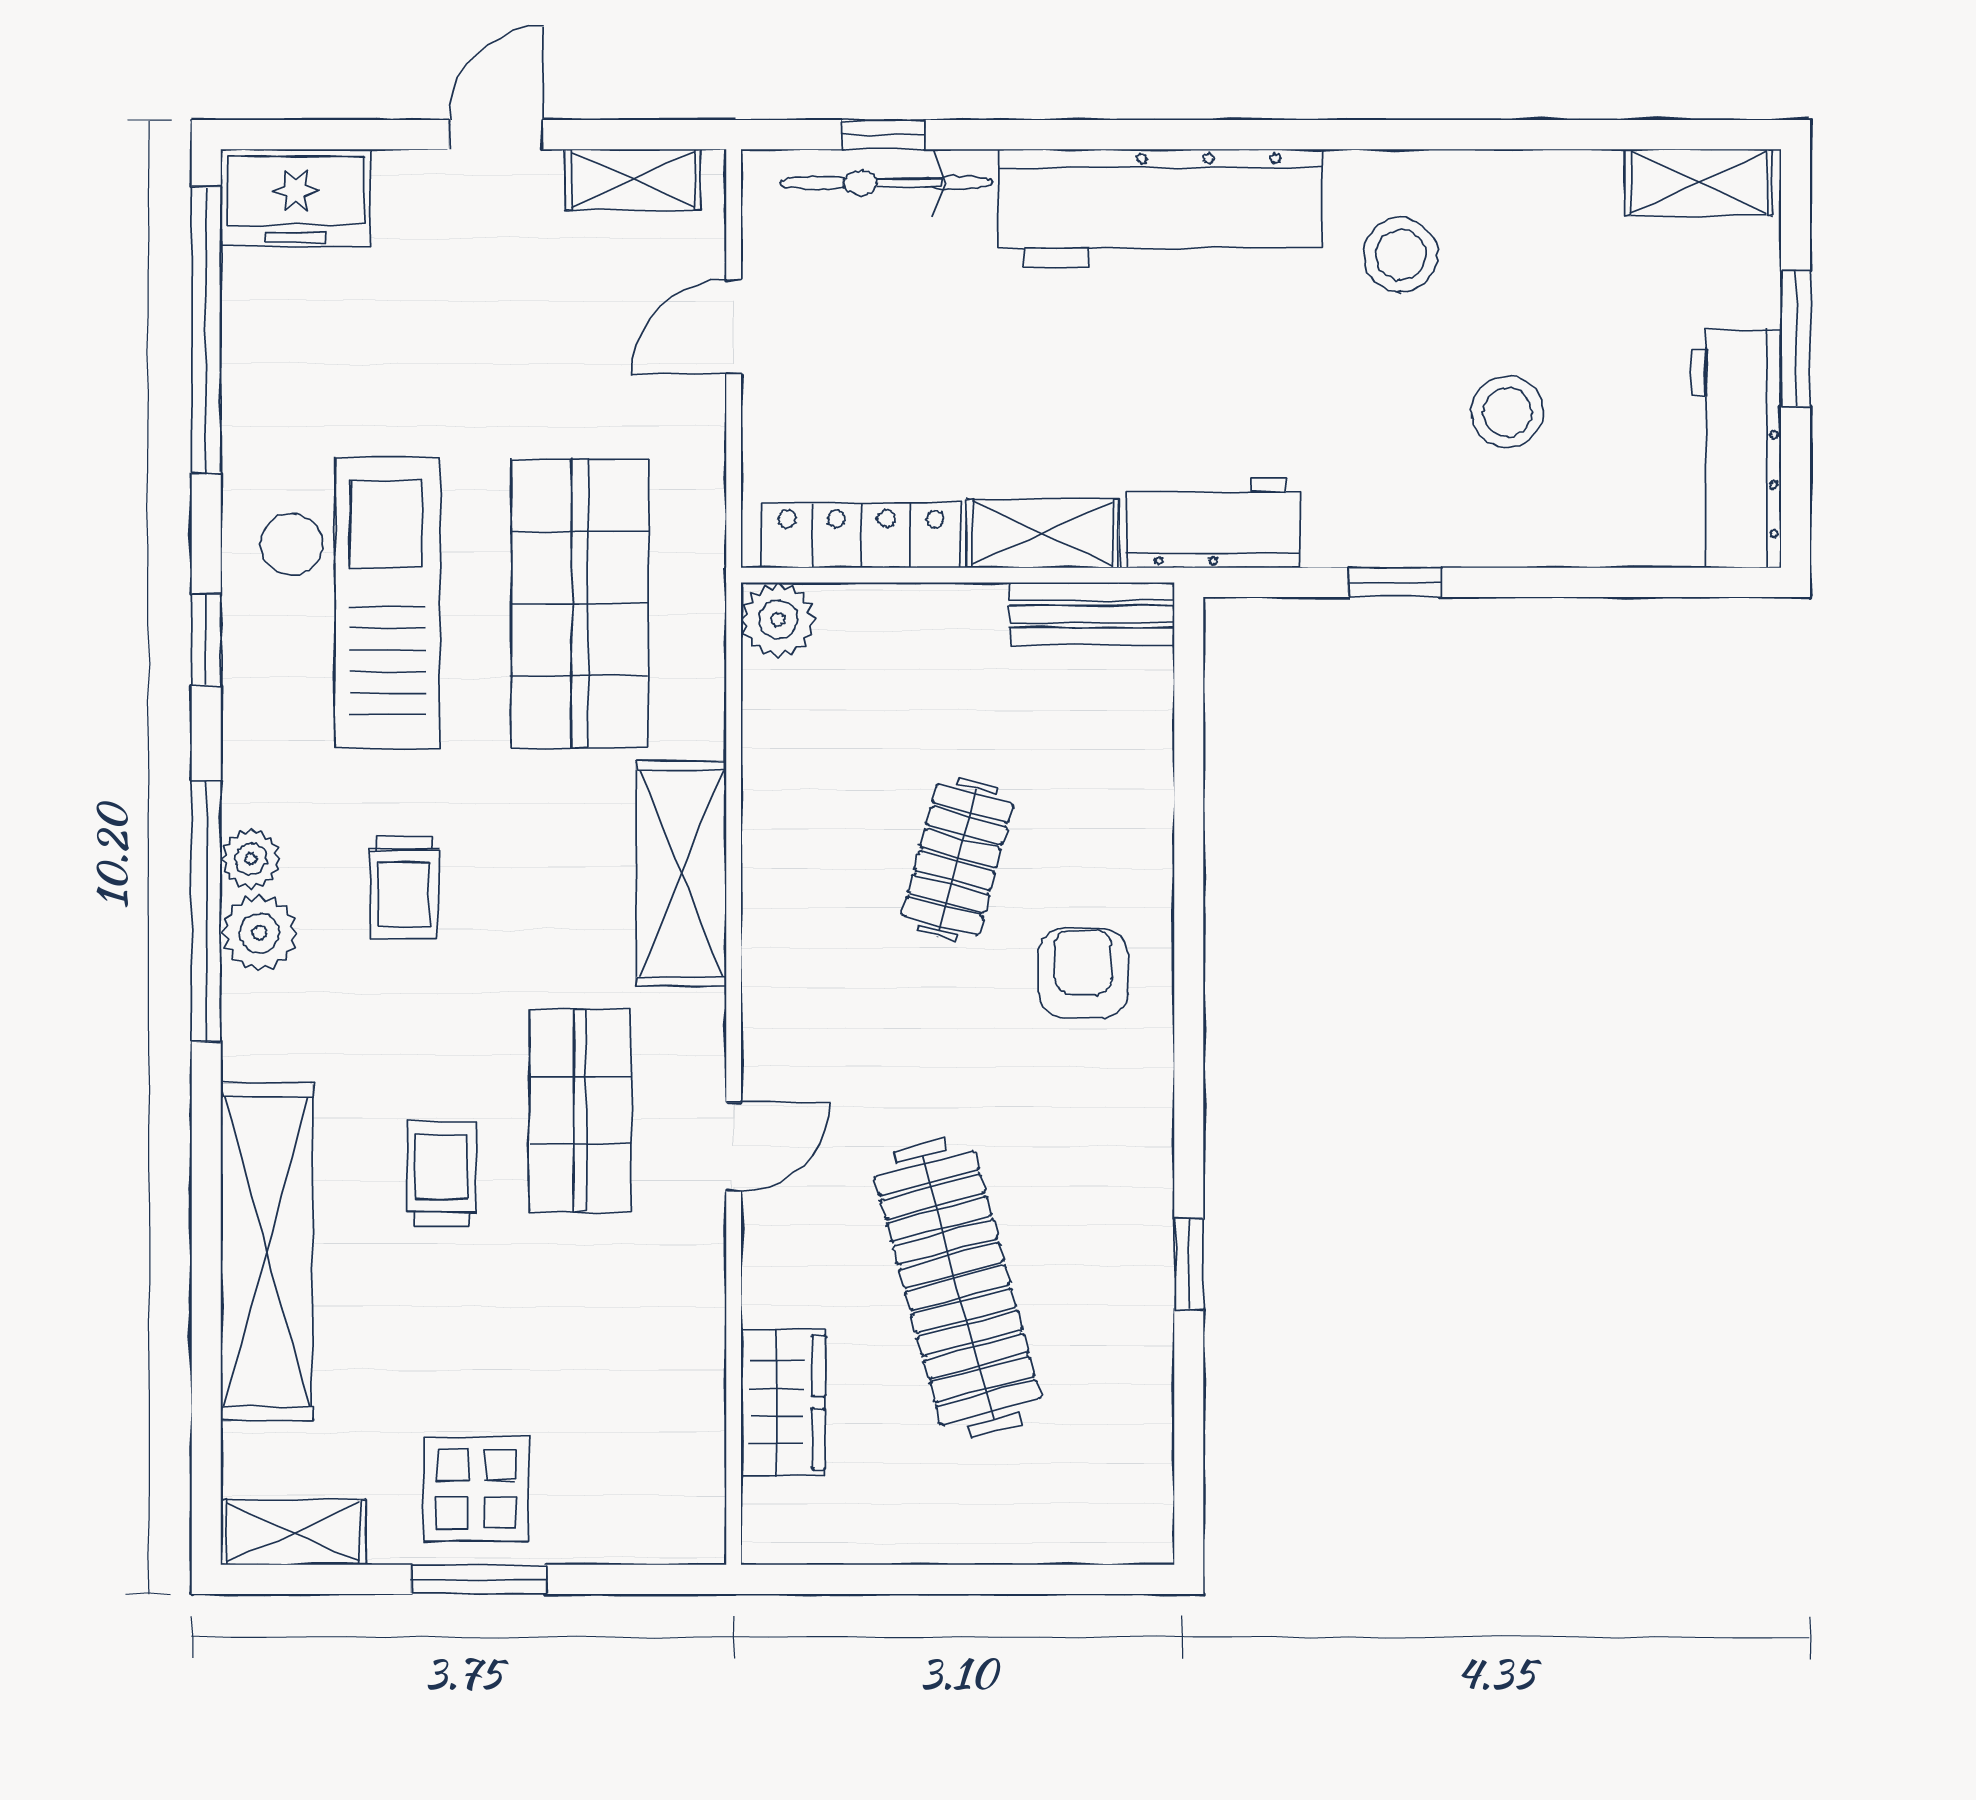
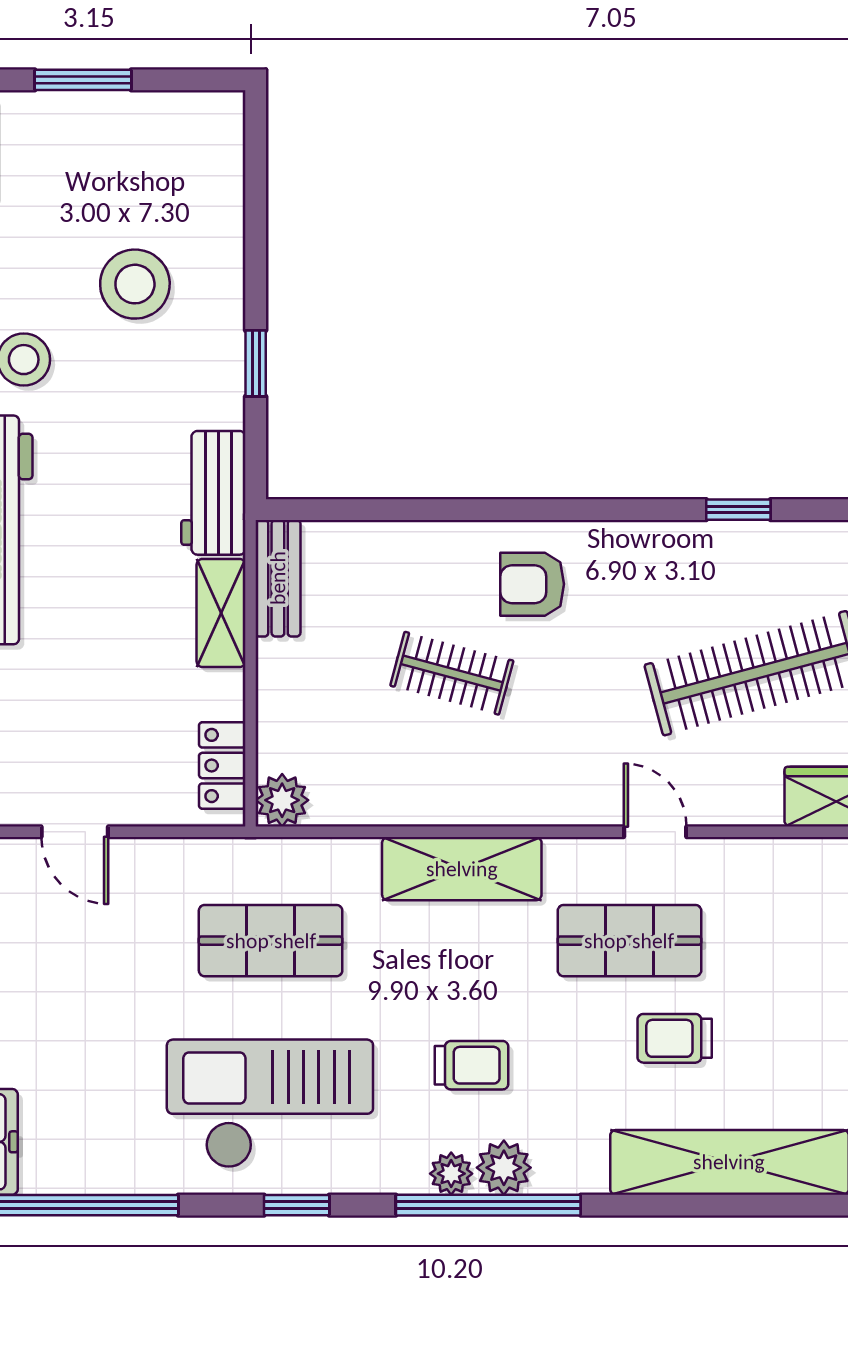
stool: (1507, 412) -> (135, 284), width x1.38, depth x1.38
workbench: (1736, 449) -> (161, 122), removed
locker: (861, 535) -> (222, 765), width x0.66
shop shelf: (580, 603) -> (271, 941), width x0.70, depth x0.74

